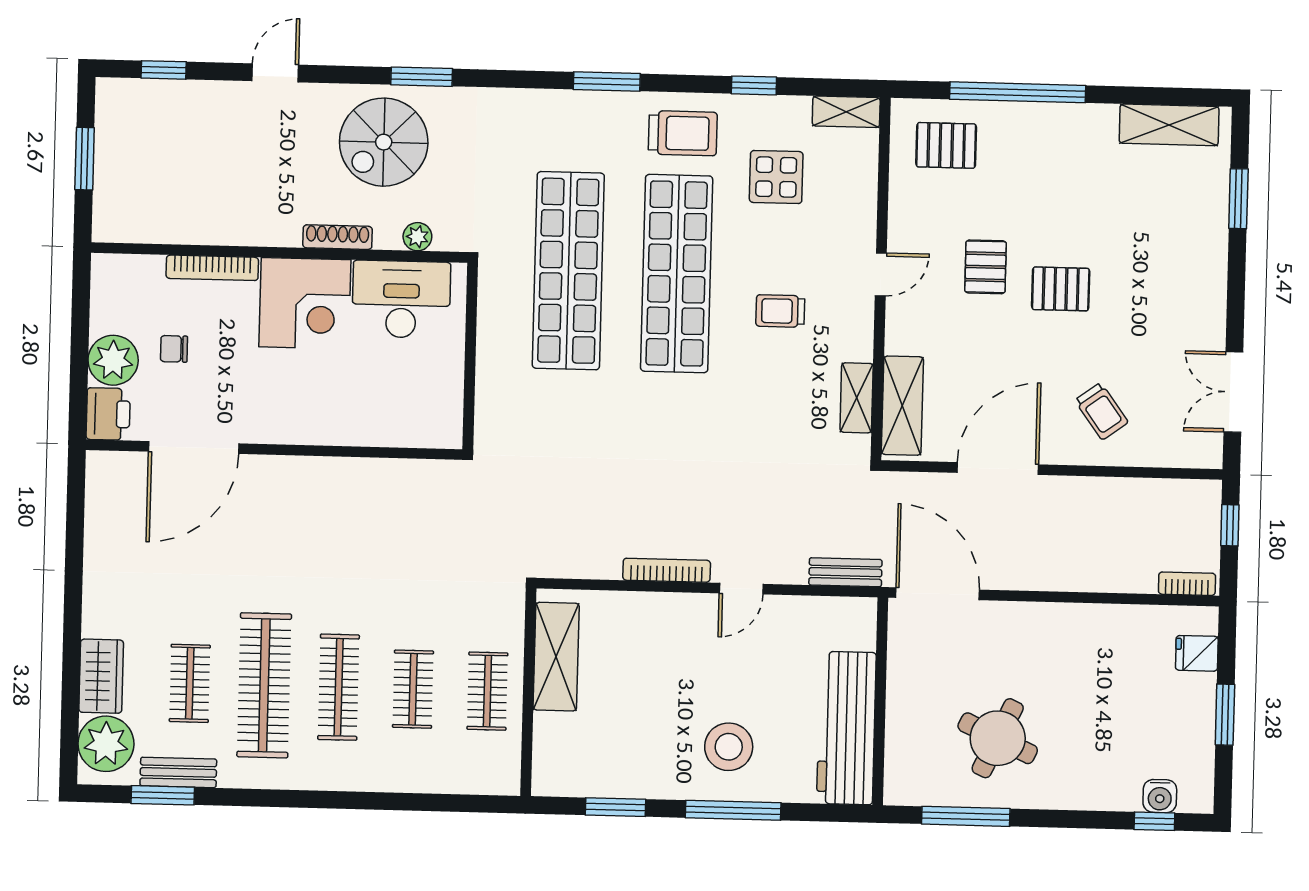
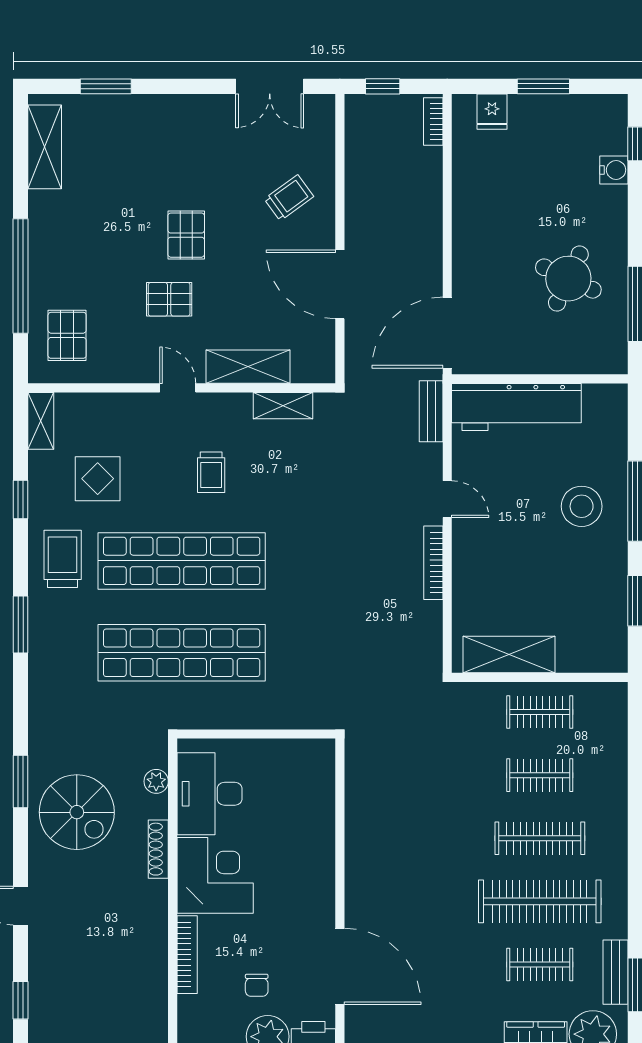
shelving: (902, 406) -> (248, 367), moved
workbench: (846, 728) -> (516, 407), moved
water cooler: (1160, 796) -> (614, 170), moved

